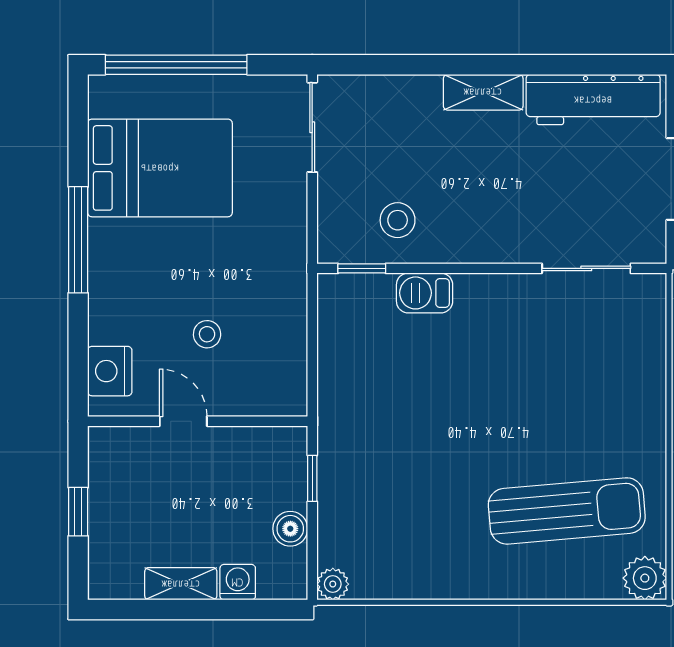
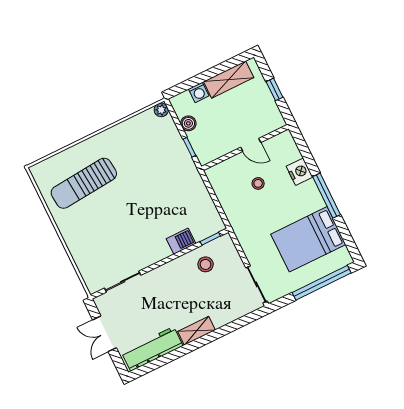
nightstand: (110, 371) -> (299, 172), moved
plant: (645, 578) -> (40, 172), removed
shelving: (181, 584) -> (229, 80), width x1.50, depth x1.33

